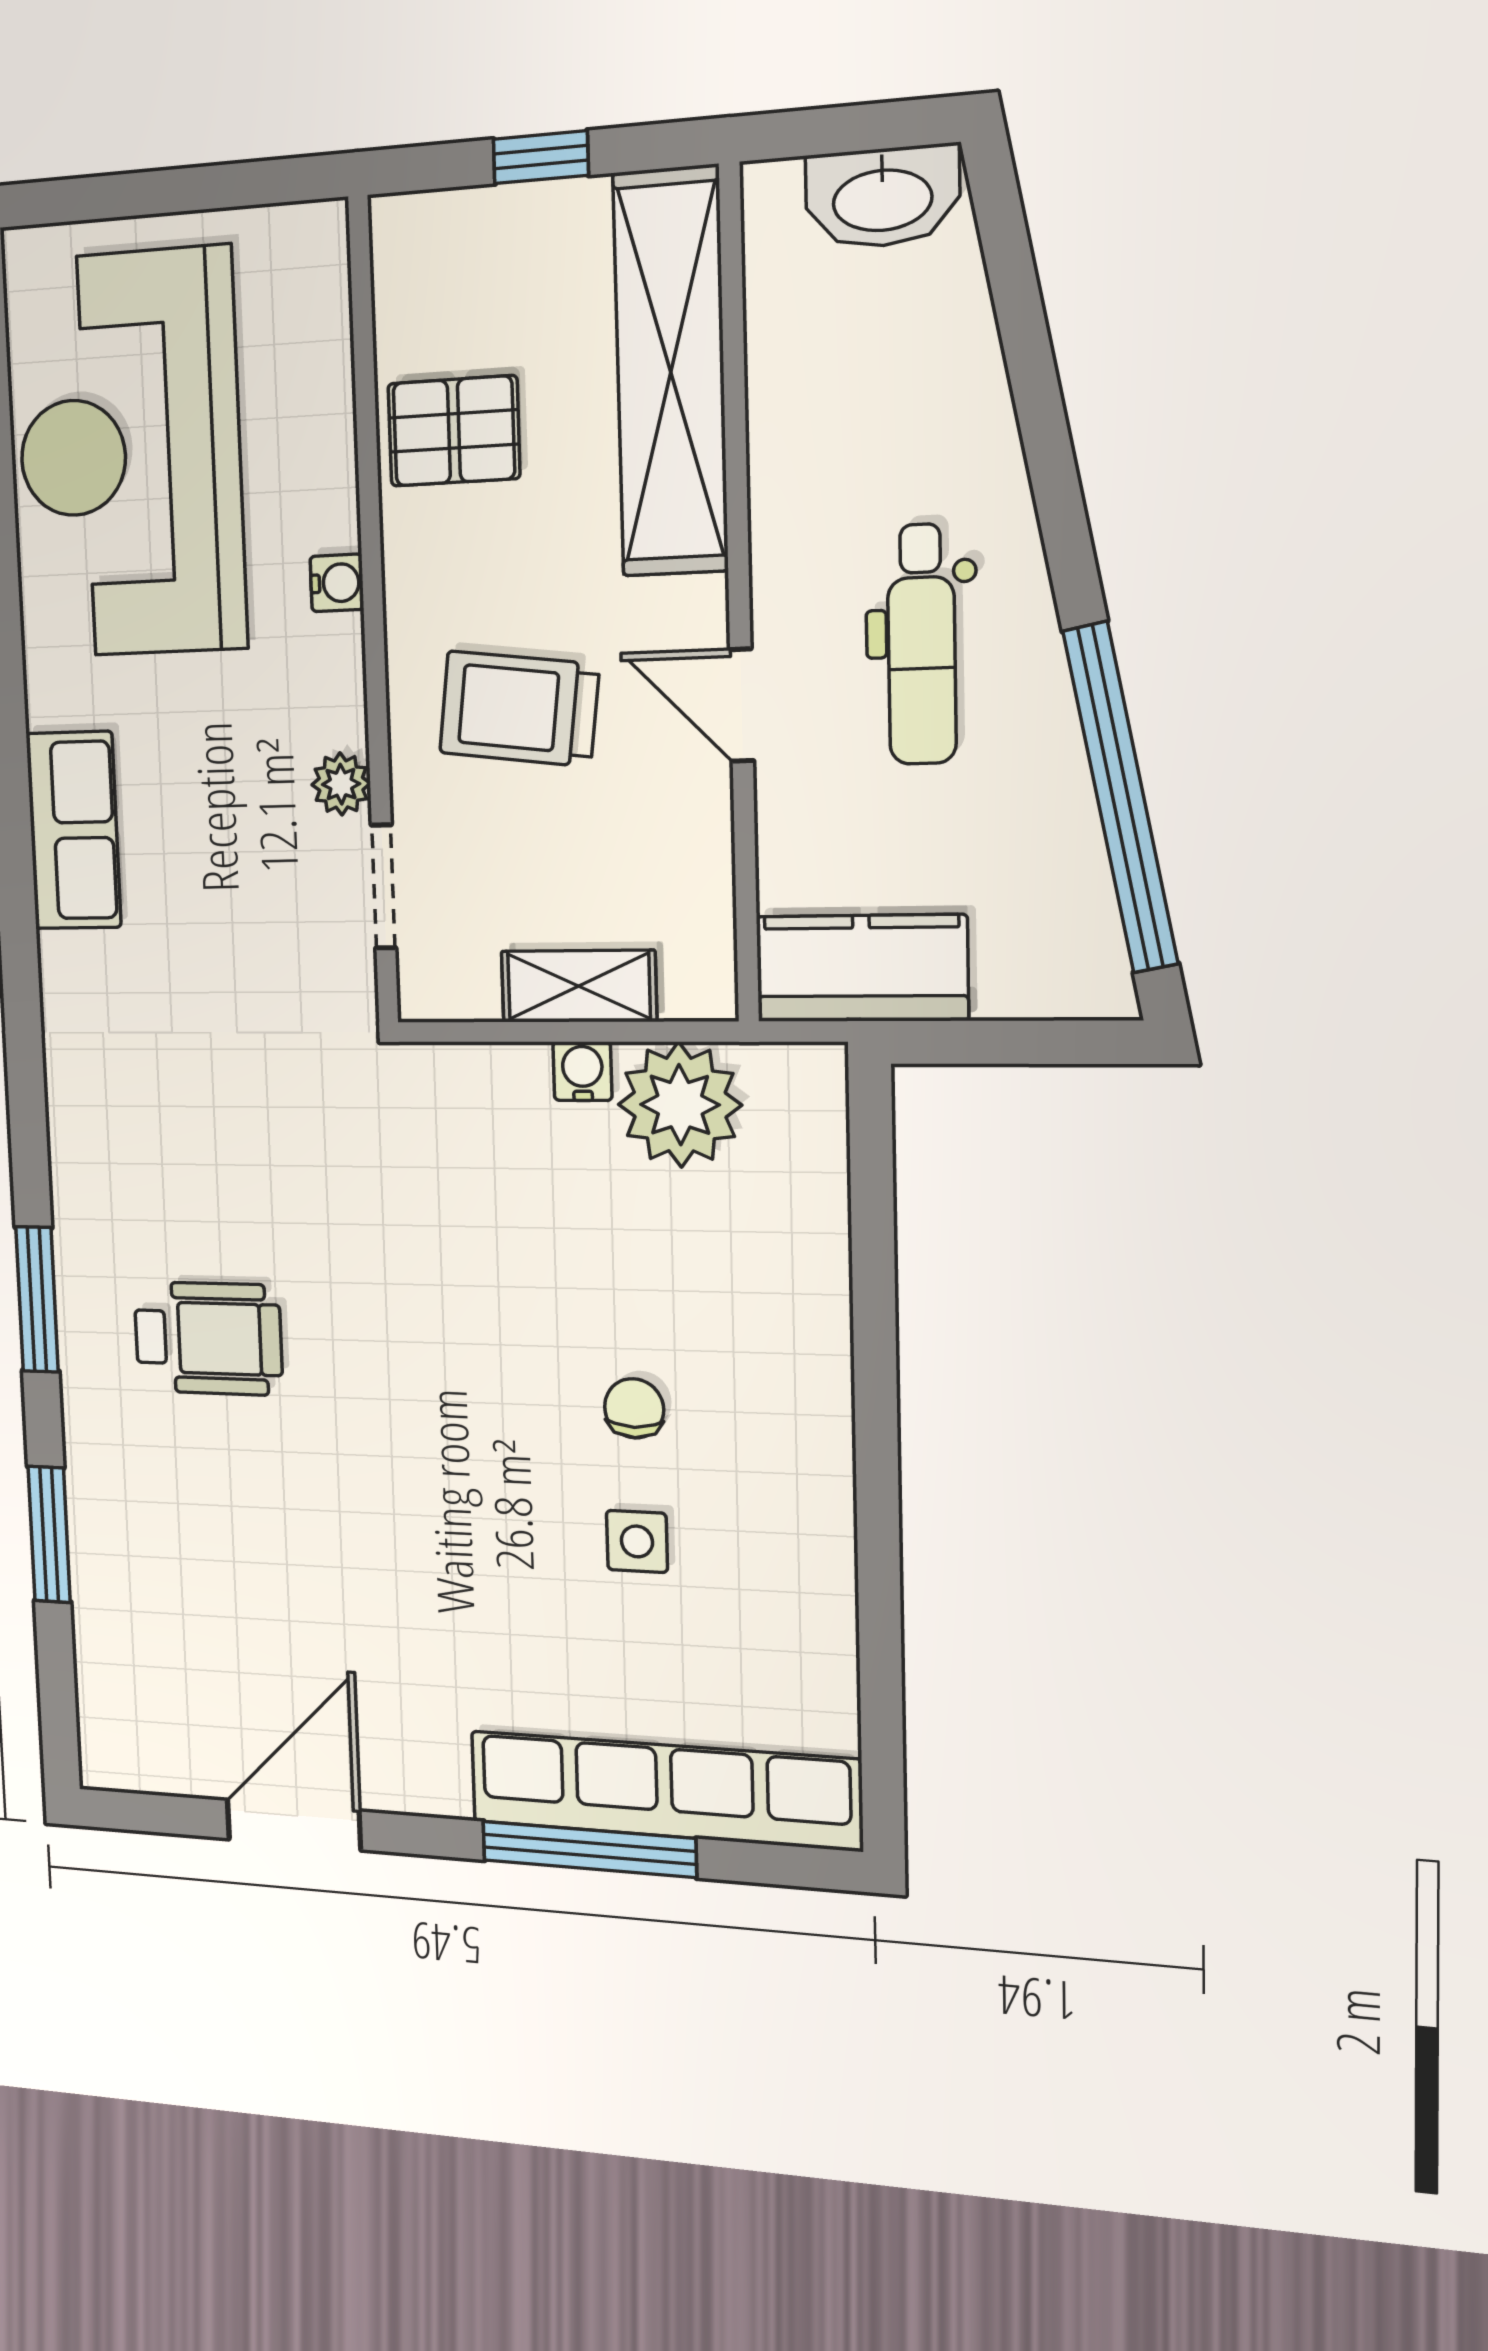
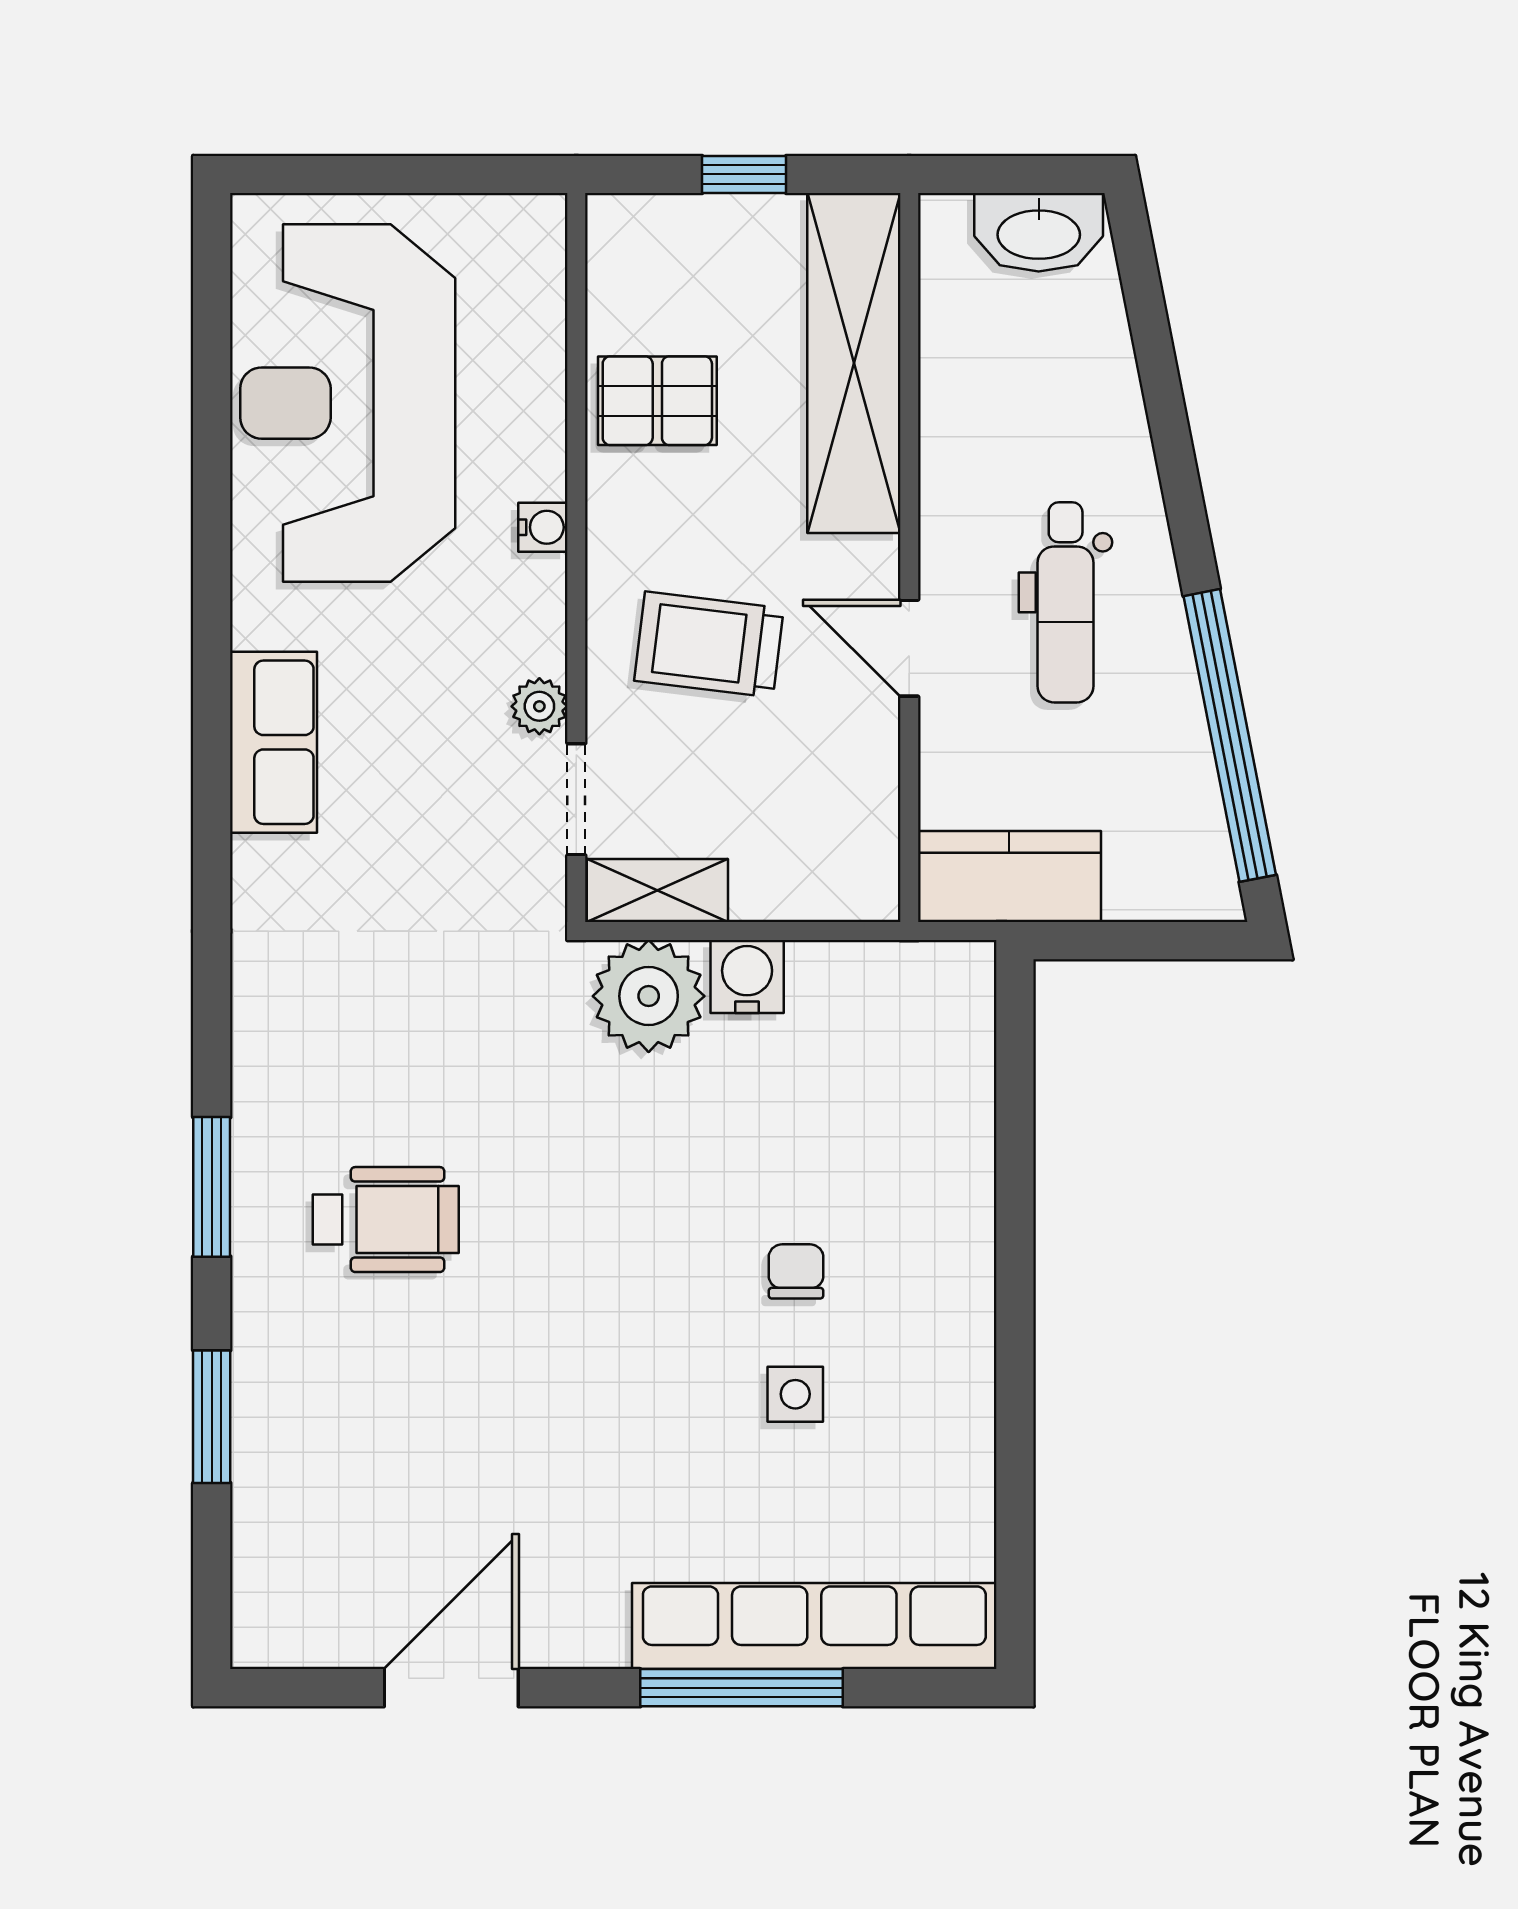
shelving: (579, 986) -> (657, 891), moved
water cooler: (582, 1071) -> (747, 977), width x1.38, depth x1.38
plant: (680, 1105) -> (649, 996), moved

